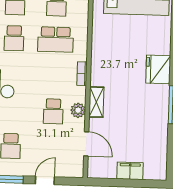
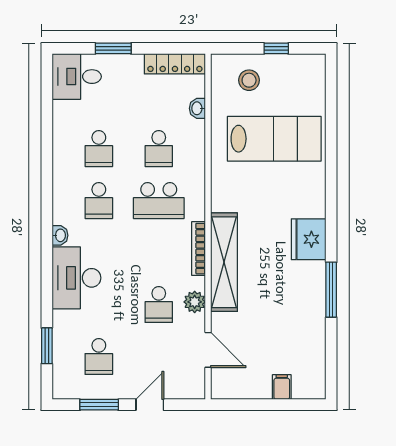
bookcase: (82, 74) -> (199, 249), width x1.56
shelving: (96, 102) -> (224, 262), width x2.20, depth x1.33
filing cabinet: (130, 171) -> (282, 387), width x0.50

